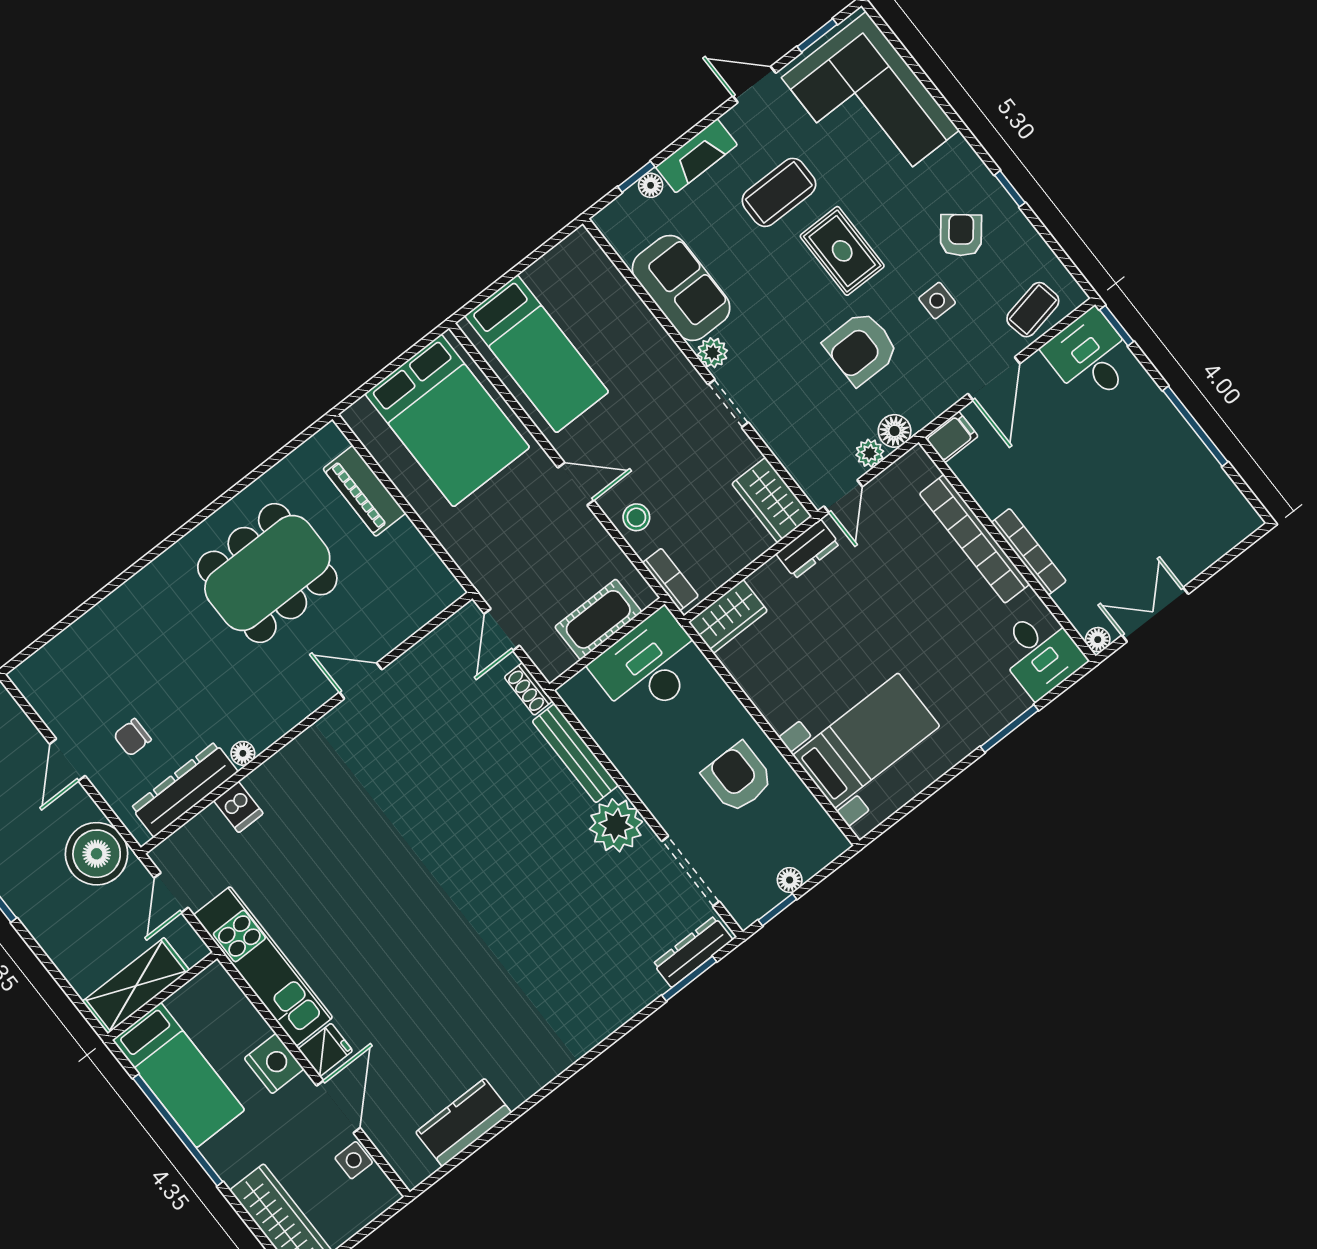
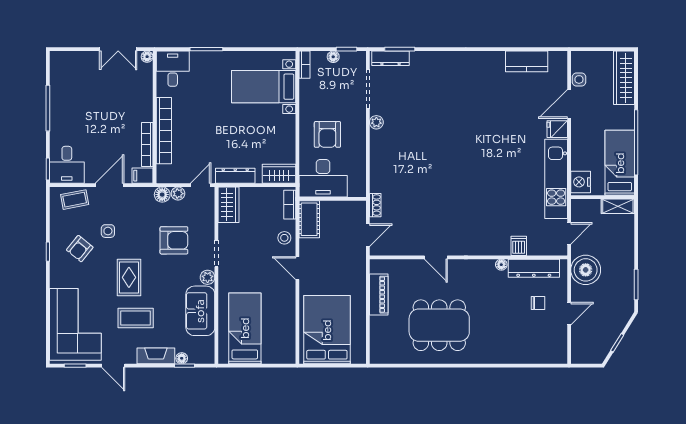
armchair: (861, 348) -> (174, 240), moved
bed: (537, 354) -> (245, 328), moved
piano: (364, 491) -> (379, 295), moved
dresser: (808, 549) -> (235, 176), width x1.44
bookcase: (1029, 552) -> (147, 144), moved
cot: (598, 619) -> (309, 219), moved, turned 90
bench: (575, 753) -> (376, 167), removed
armchair: (738, 778) -> (327, 134), moved
plant: (616, 825) -> (376, 122), width x0.53, depth x0.53
bookcase: (827, 830) -> (304, 65), added
shelving: (136, 986) -> (618, 206), width x0.67, depth x0.75
nightstand: (274, 1064) -> (581, 182), moved

